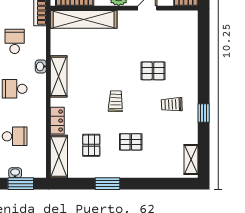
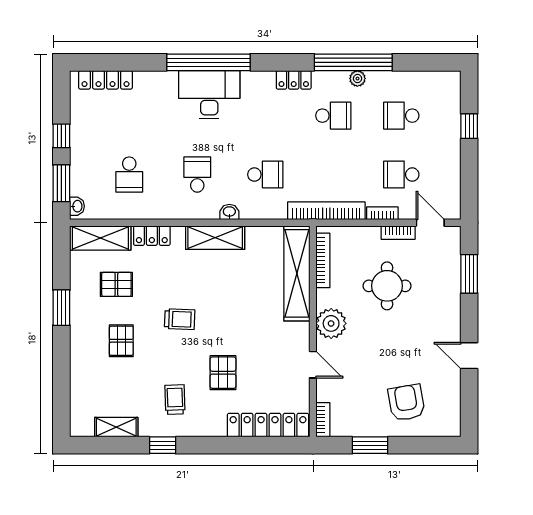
locker: (190, 39) -> (268, 425), added
shelving: (191, 160) -> (116, 427), moved
washbasin: (15, 173) -> (77, 206), moved

